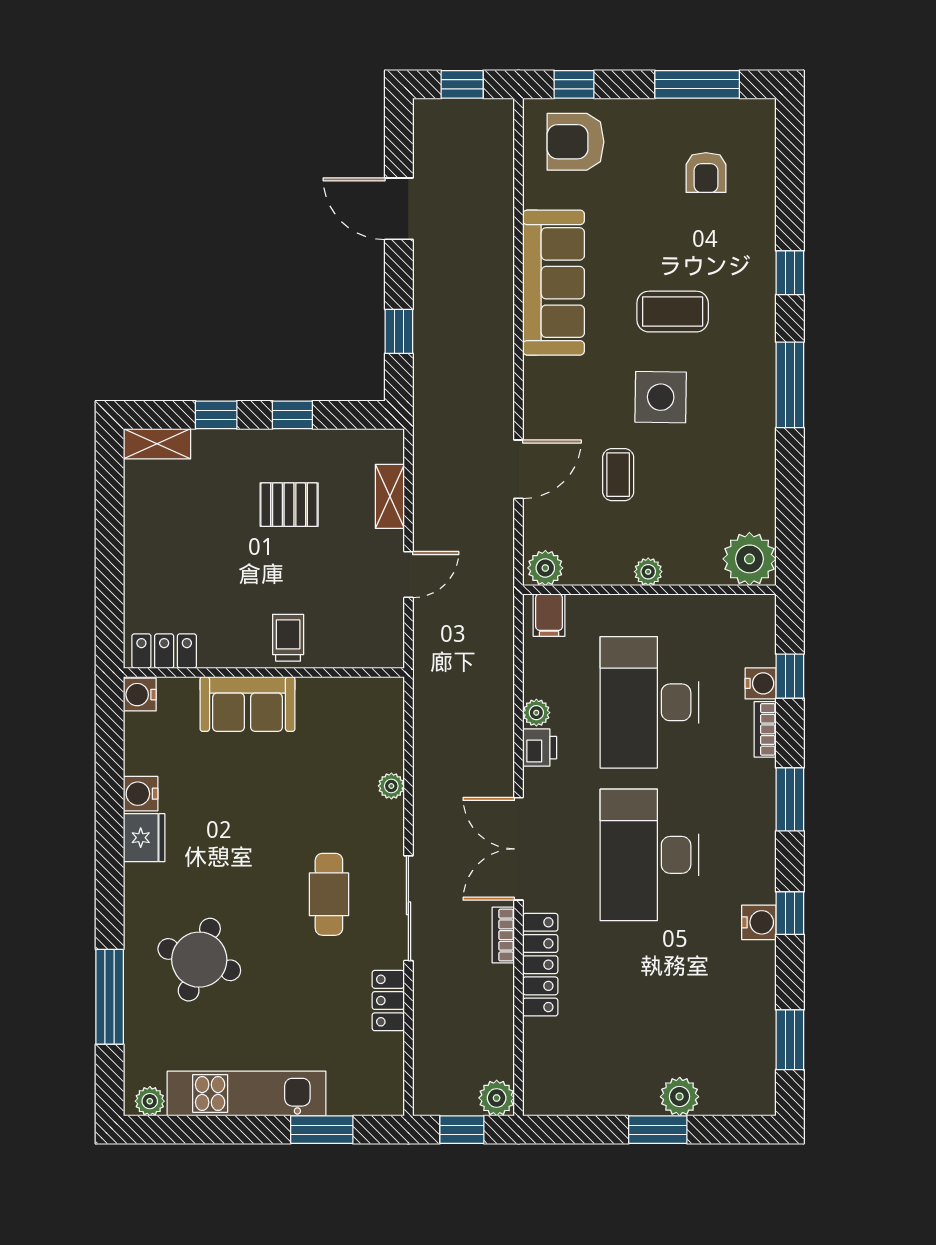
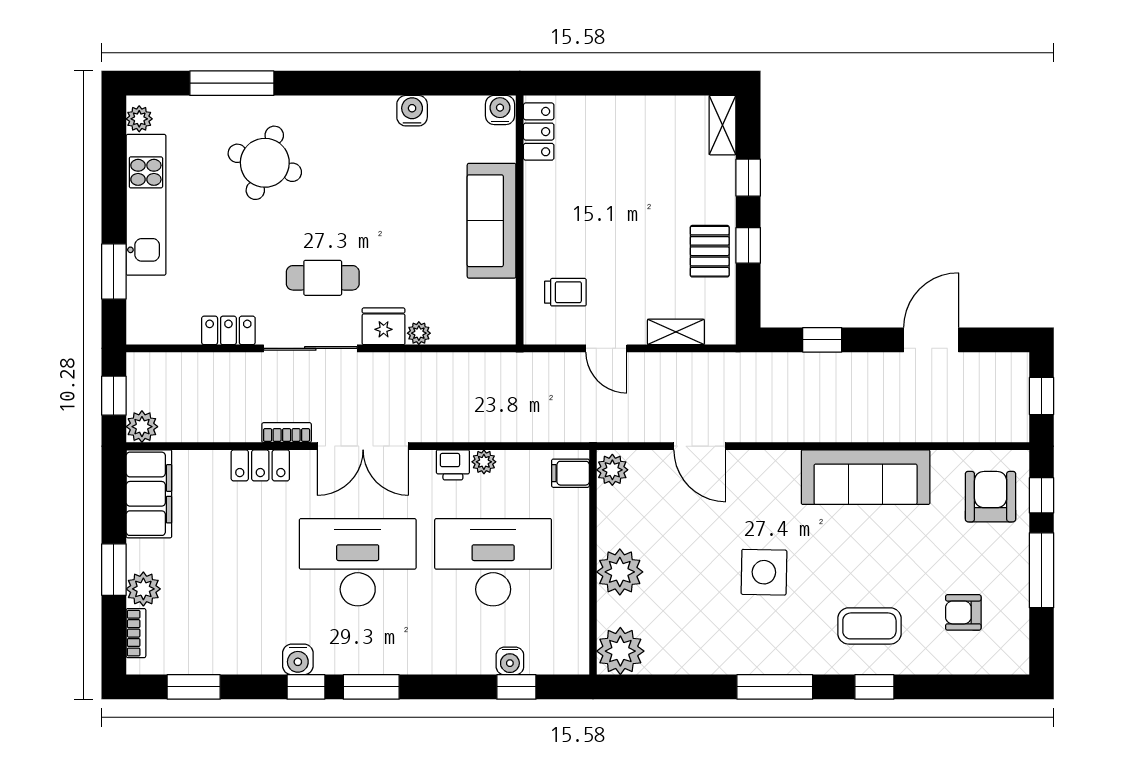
window: (697, 84) -> (1042, 570), moved
coffee table: (673, 312) -> (869, 626), moved, turned 90
coffee table: (618, 475) -> (695, 534), removed
pallet: (289, 505) -> (710, 251), moved
plant: (648, 572) -> (620, 572), width x1.88, depth x1.88
trolley: (288, 638) -> (565, 292), moved
sofa: (247, 704) -> (492, 221), width x1.36
bookcase: (765, 729) -> (136, 633), moved, turned 90
window: (790, 799) -> (371, 687), moved
fridge: (144, 838) -> (384, 326), moved, turned 180
double door: (519, 849) -> (363, 446), swing flipped
locker: (540, 965) -> (260, 465), width x0.66
filing cabinet: (572, 1090) -> (149, 494), added

